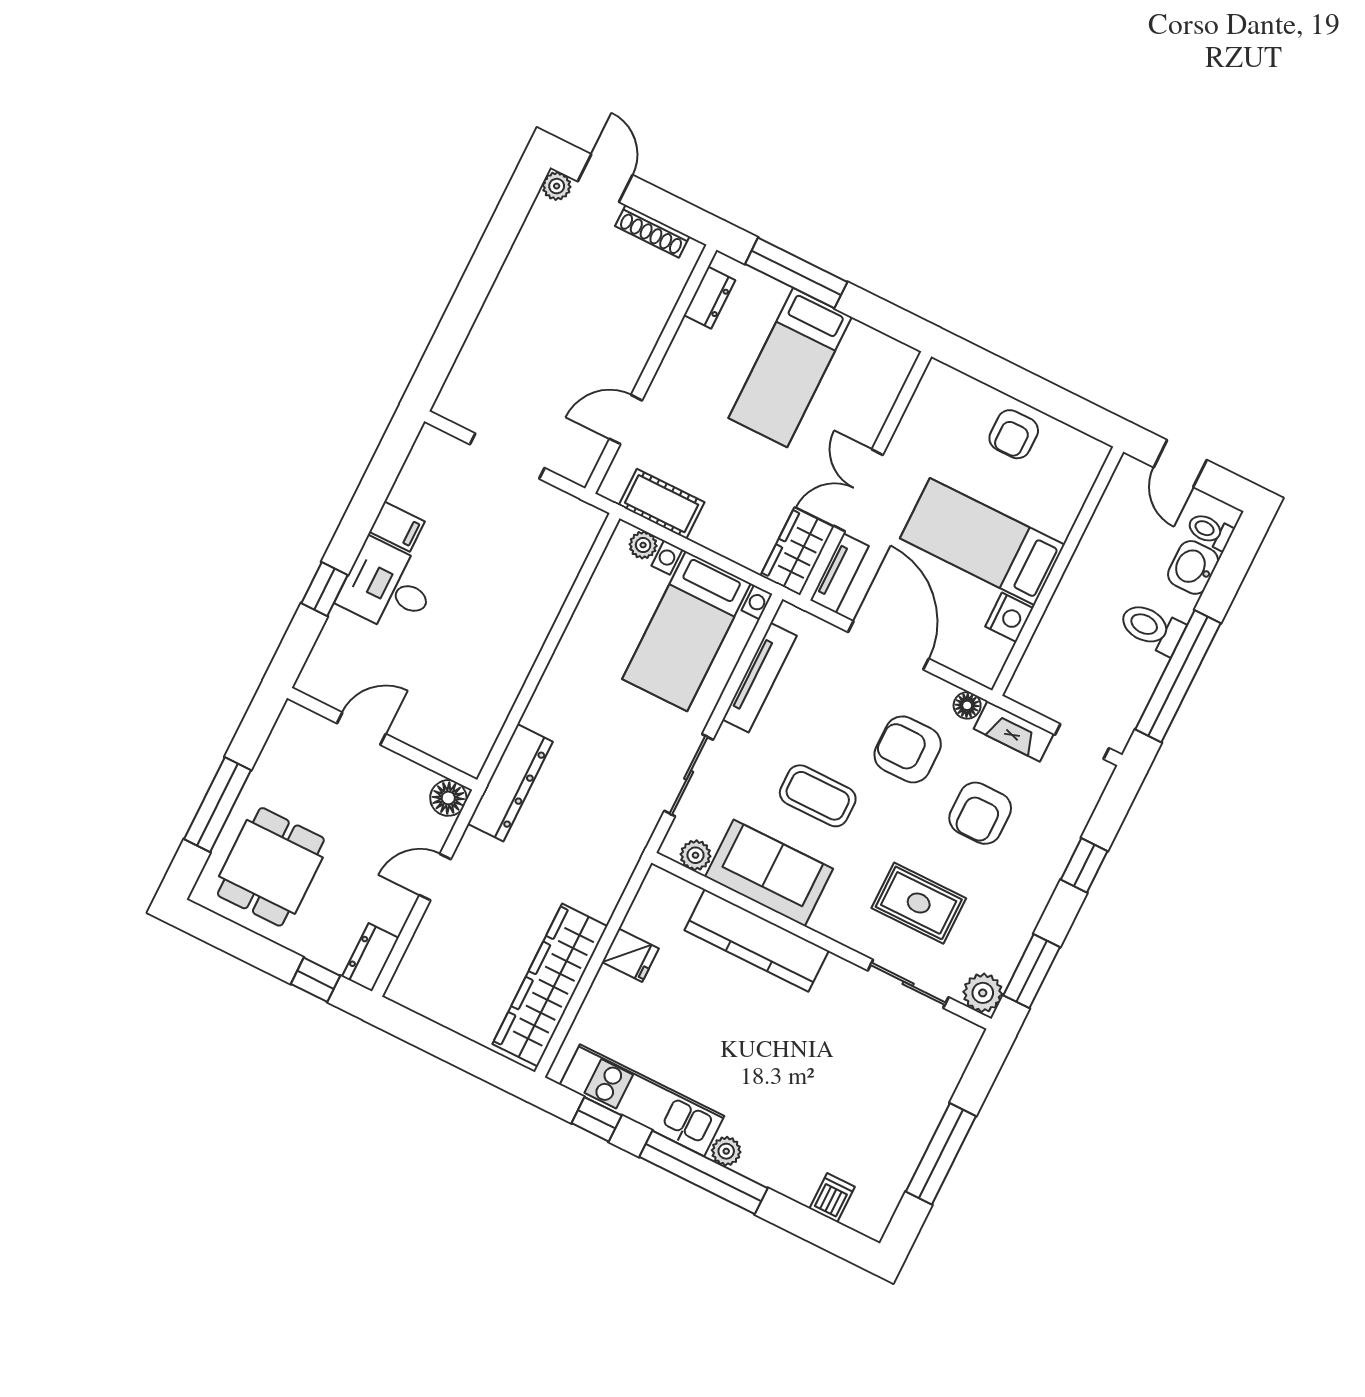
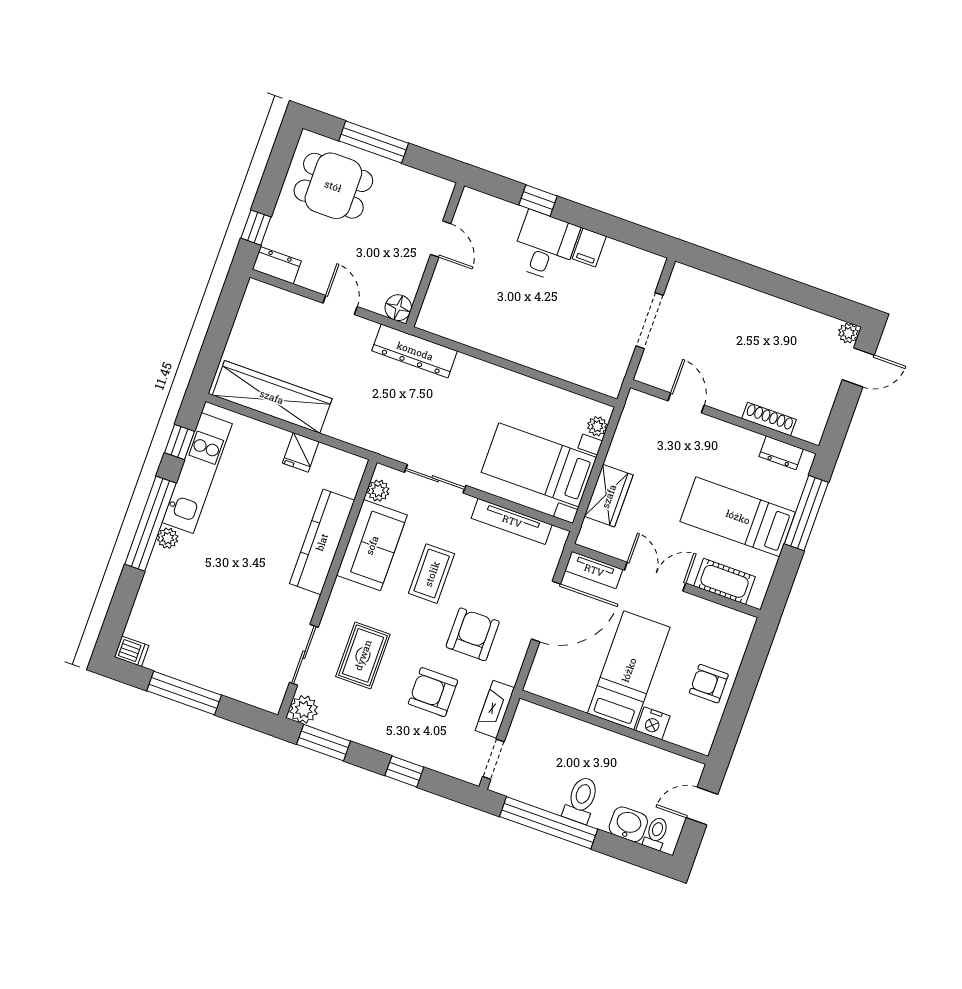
shoe rack: (652, 231) -> (769, 419), moved, turned 90
cot: (662, 504) -> (725, 581), moved, turned 90
wardrobe: (797, 551) -> (609, 496), moved, turned 90
nightstand: (1009, 617) -> (653, 723), moved
floor lamp: (967, 705) -> (509, 673), removed
dishwasher: (832, 1198) -> (132, 651), moved

